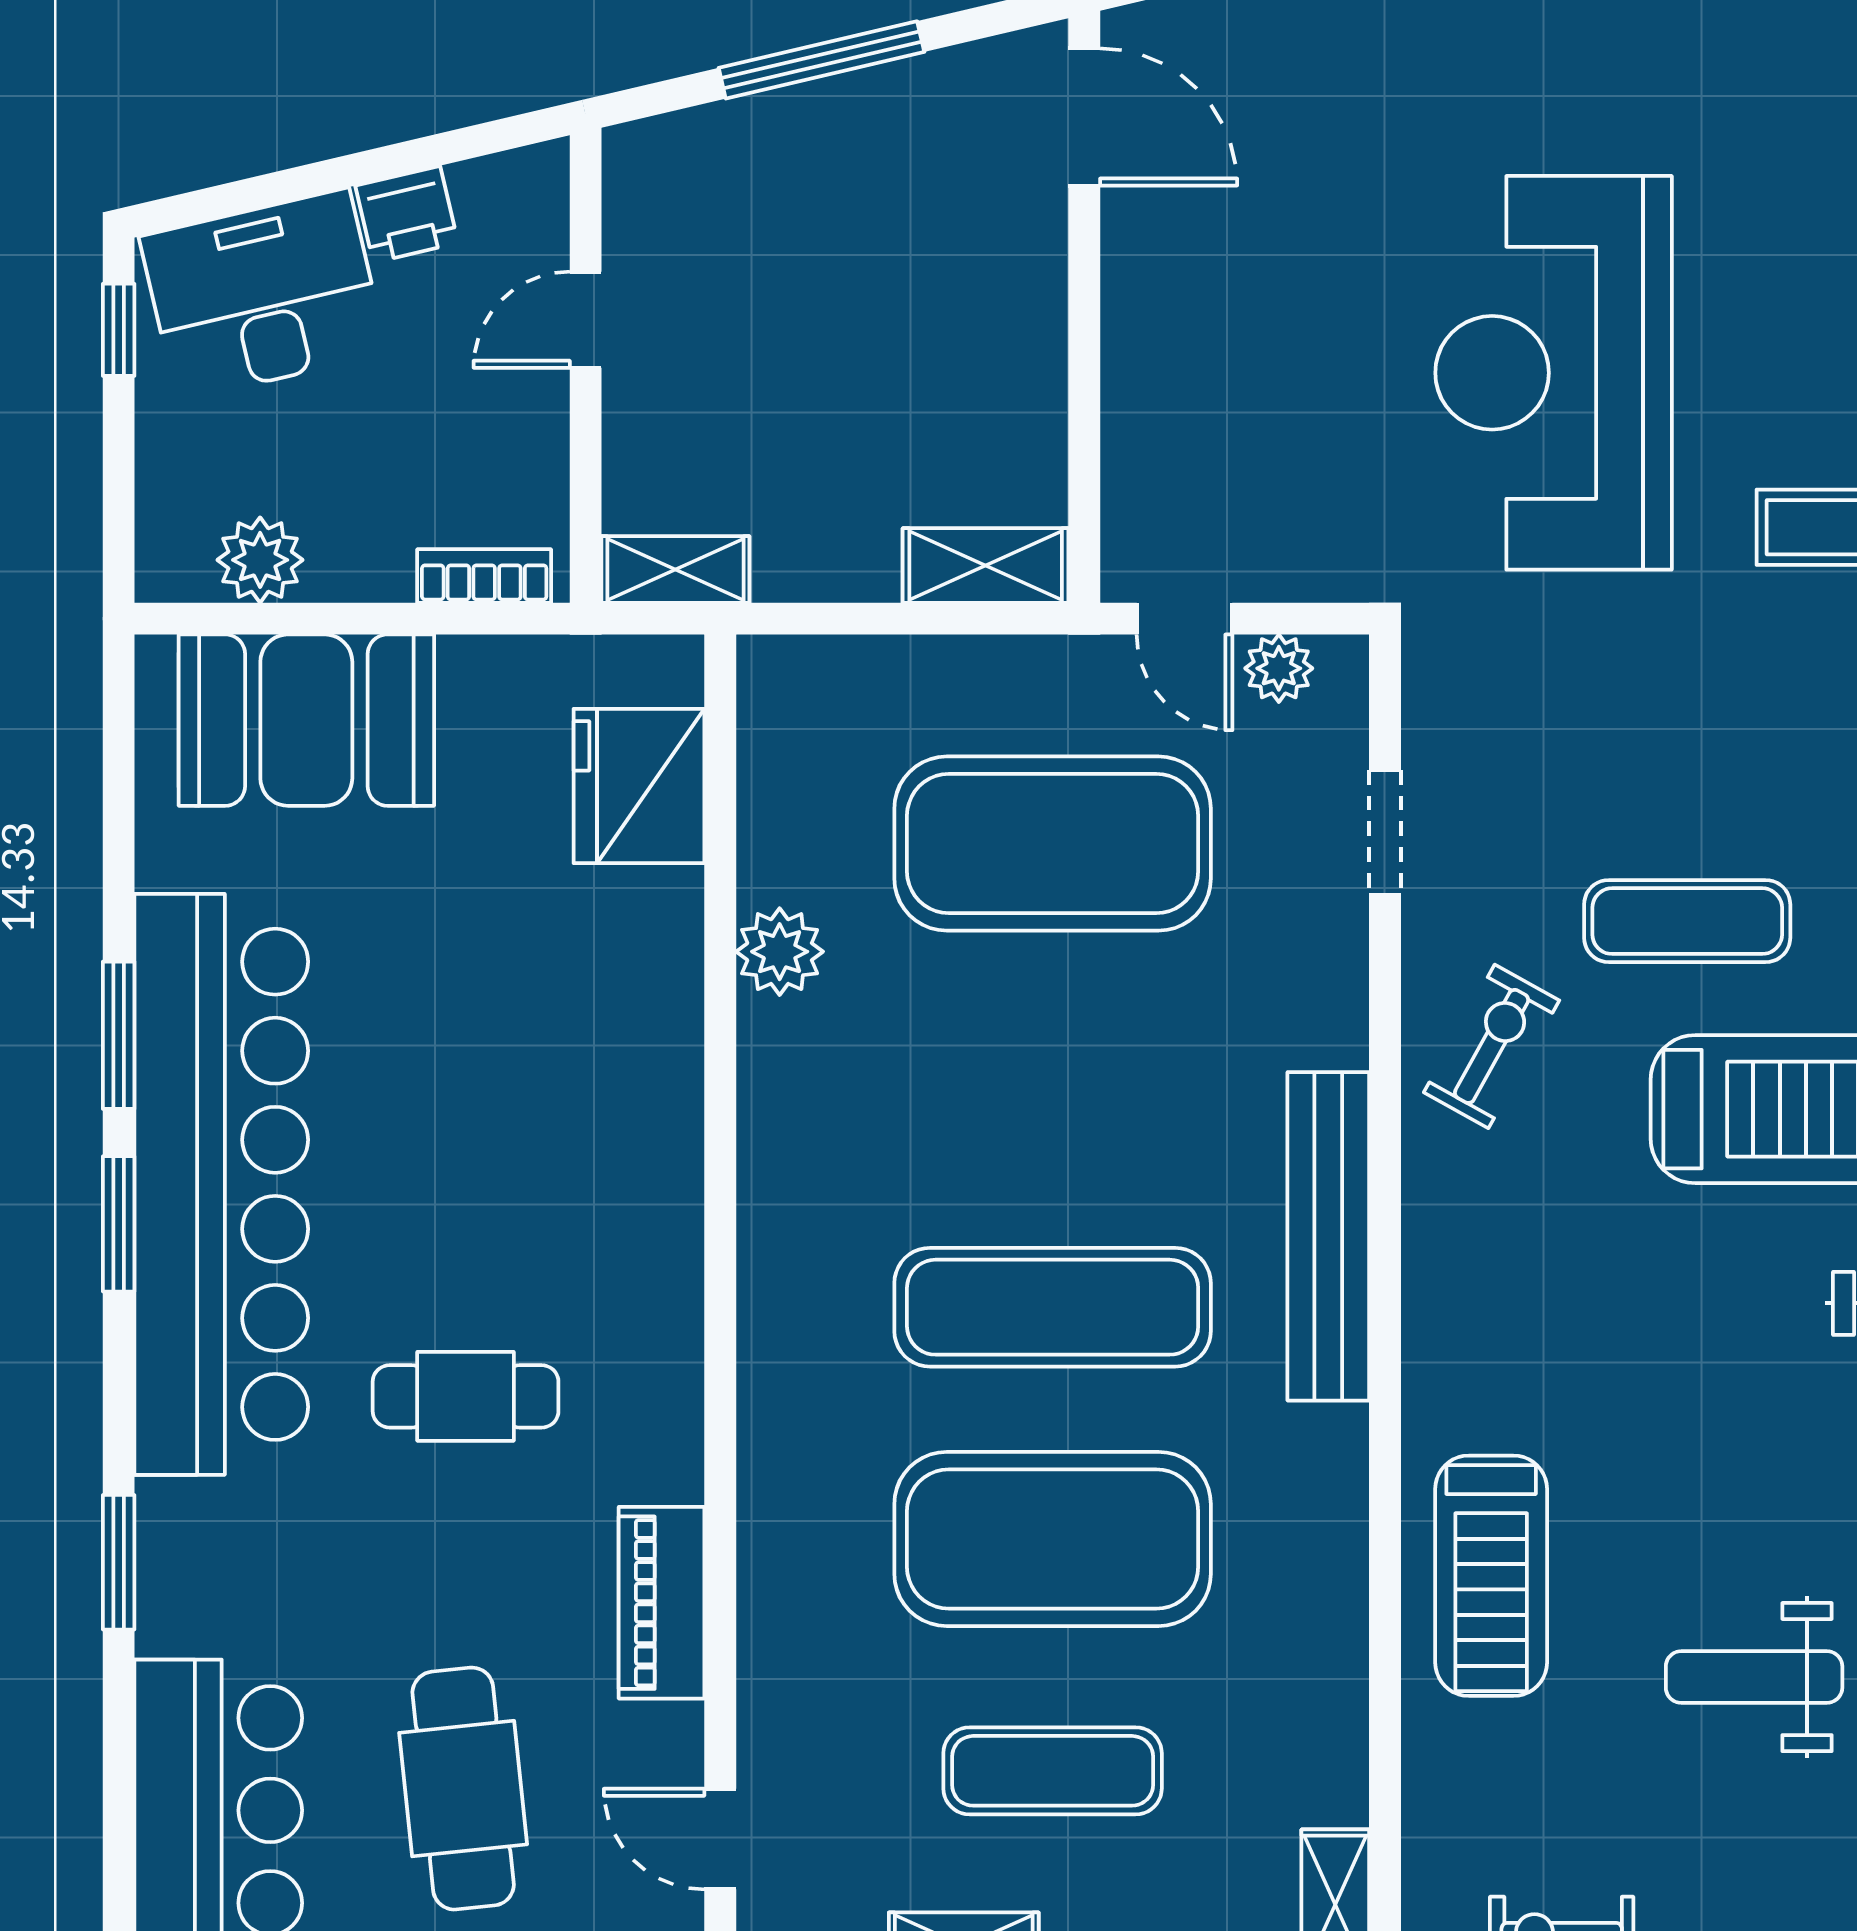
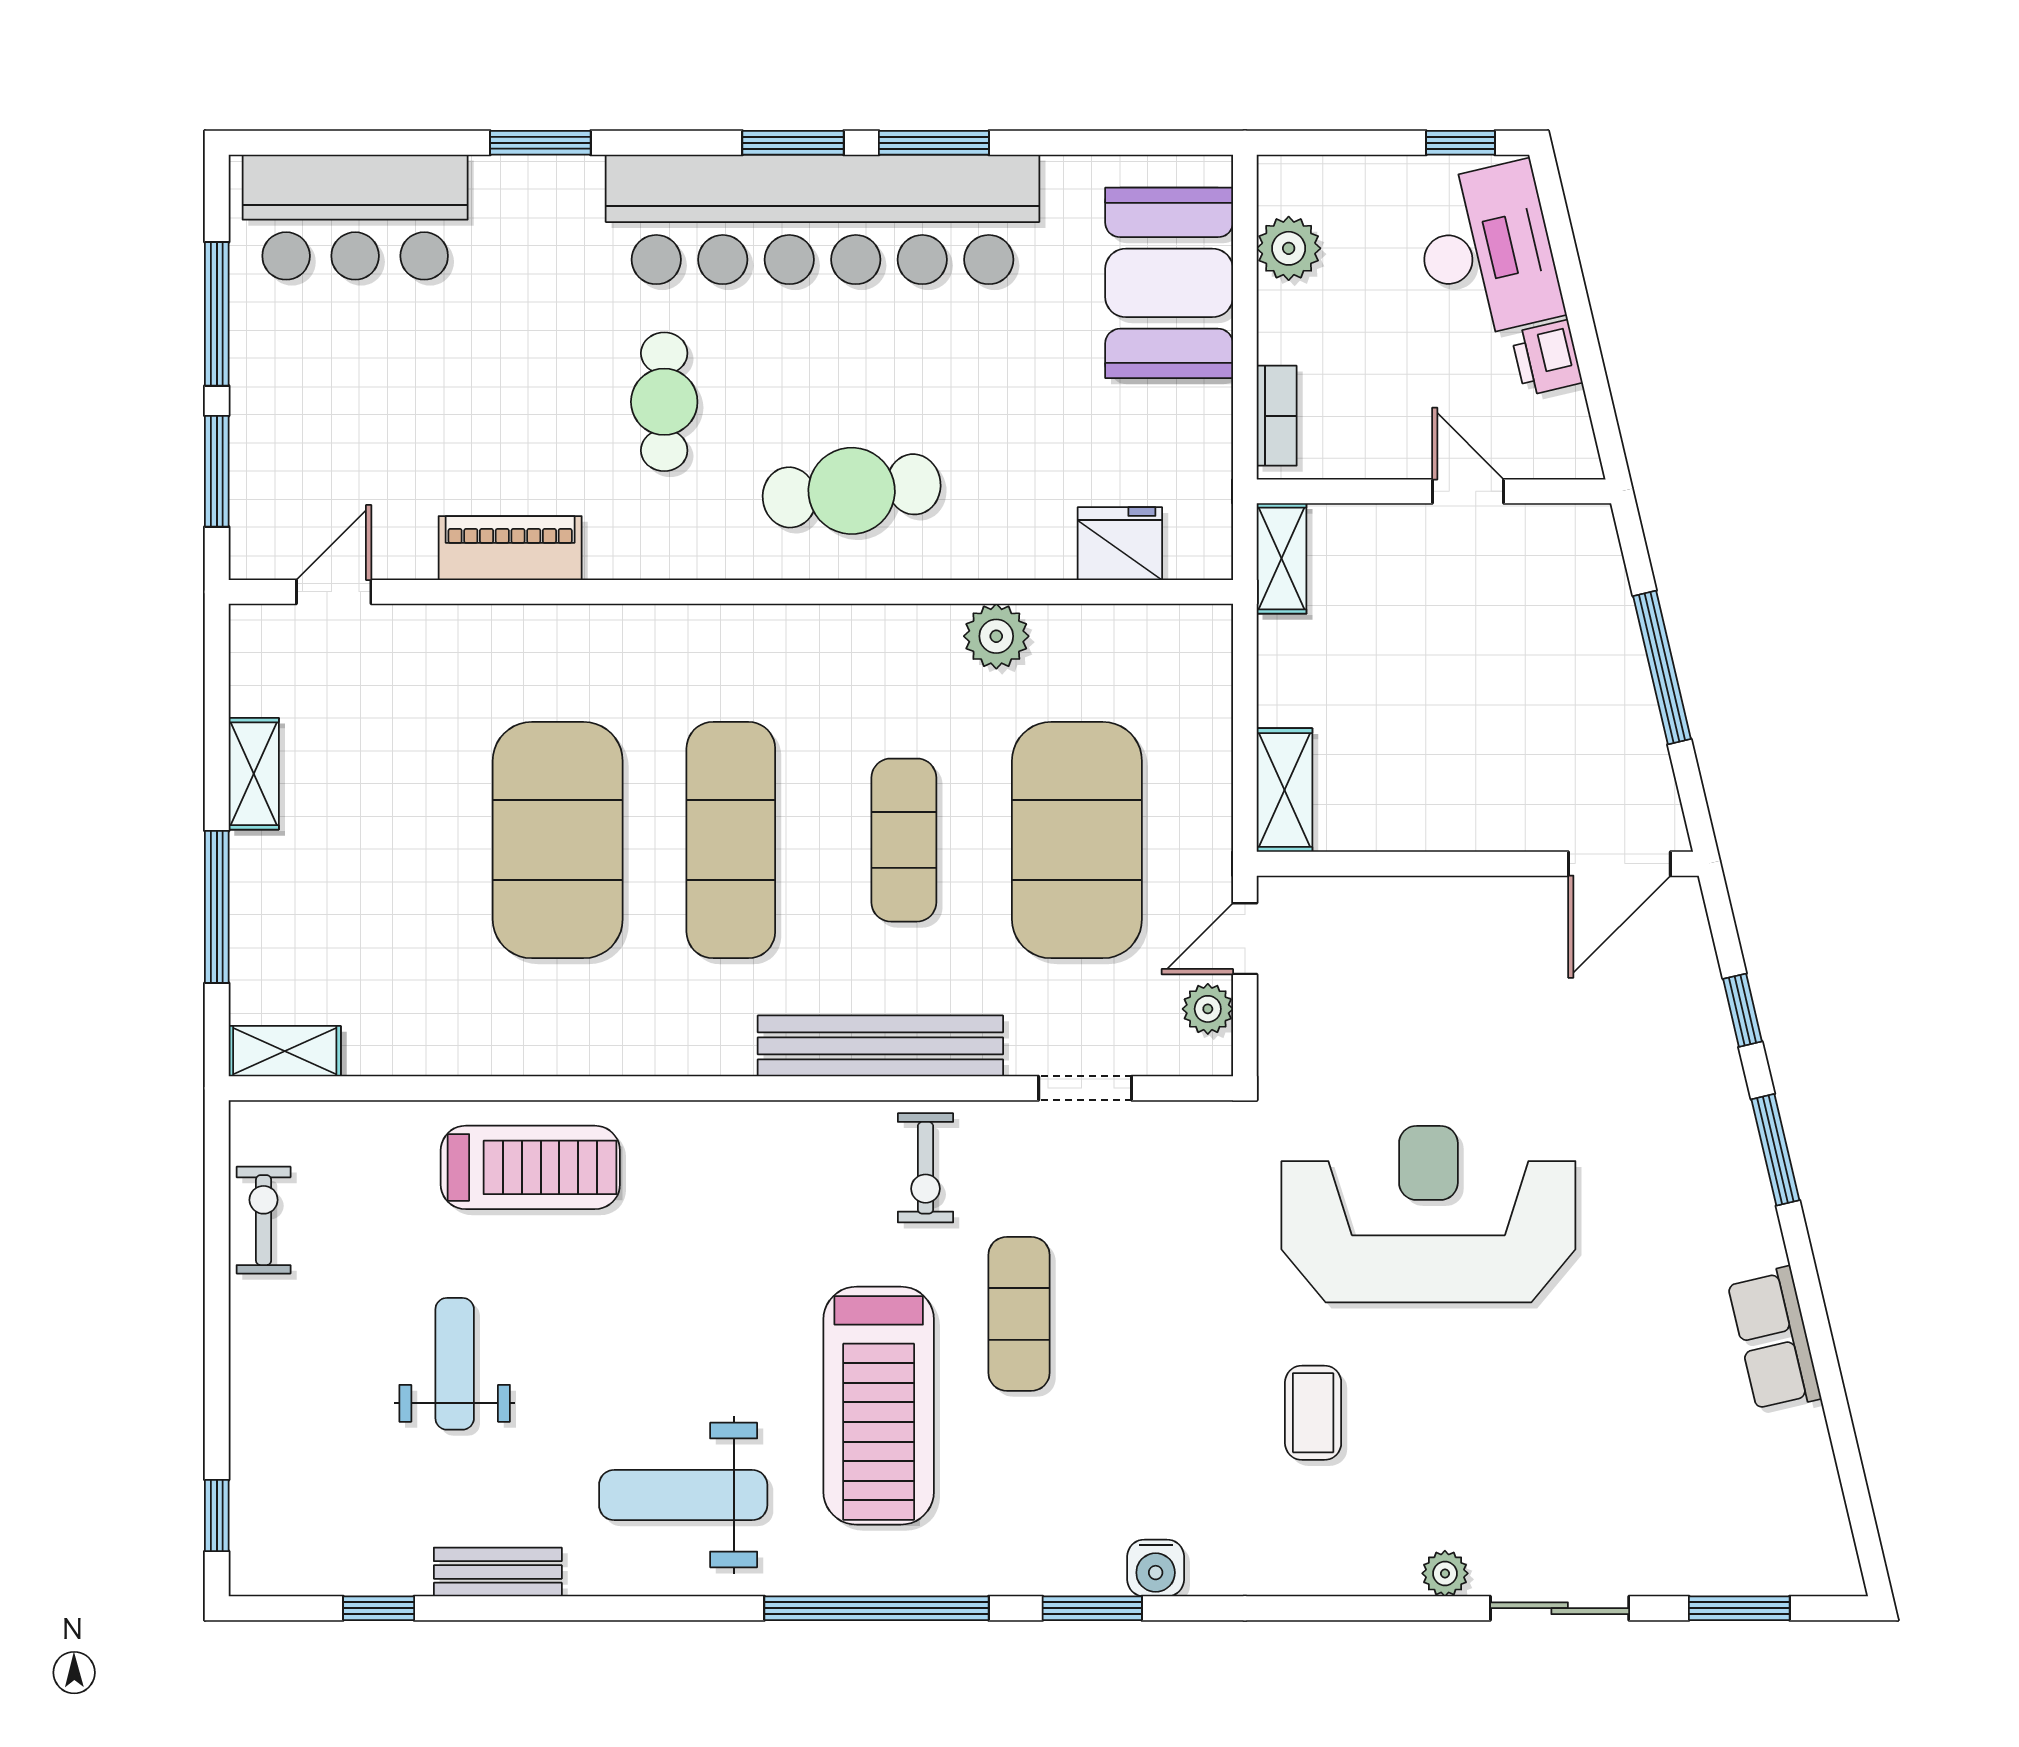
fridge: (639, 786) -> (1120, 544), width x0.73, depth x0.75
exercise bike: (1492, 1046) -> (926, 1168), turned 61
bench: (1328, 1236) -> (880, 1046), moved
treadmill: (1491, 1576) -> (530, 1167), turned 180
exercise mat: (1053, 1771) -> (904, 840), moved
cafe table: (463, 1789) -> (852, 491), moved

